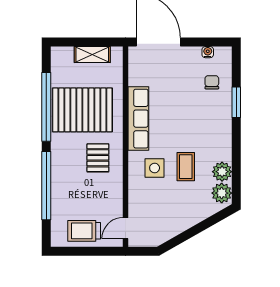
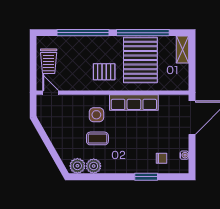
shelving: (92, 55) -> (183, 50), moved
trolley: (84, 231) -> (49, 61), turned 180

